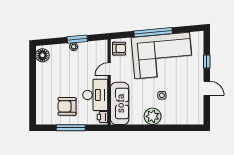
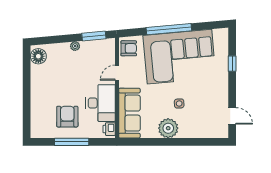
window: (77, 39) -> (94, 36), moved
door: (207, 88) -> (232, 116), moved
armchair: (67, 106) -> (67, 117), turned 90

